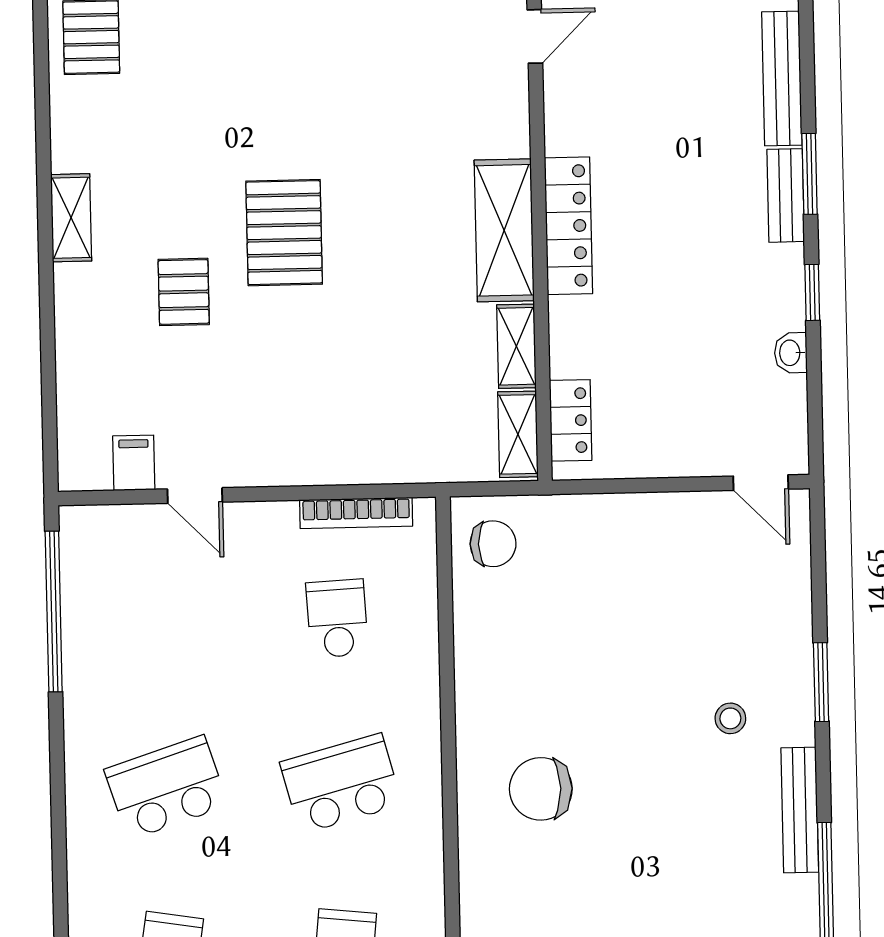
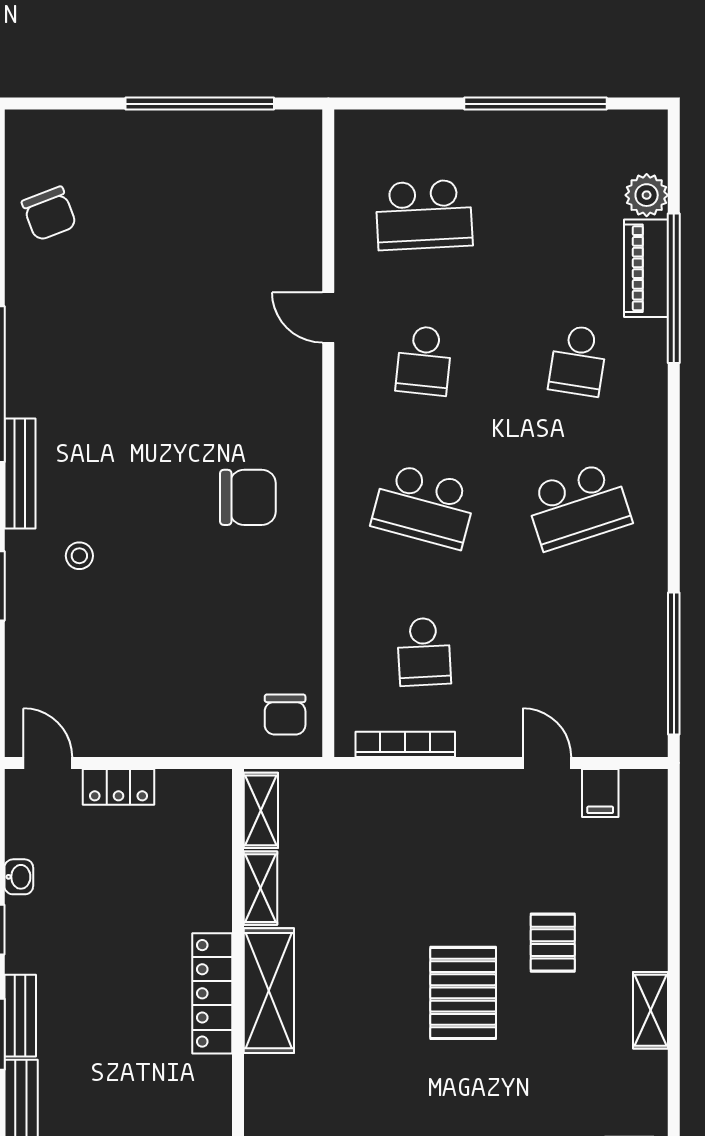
locker: (571, 420) -> (118, 787), moved, turned -90
chair: (493, 544) -> (285, 714), turned -90
school desk: (341, 784) -> (424, 506), turned 30

